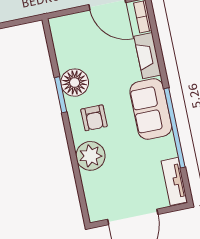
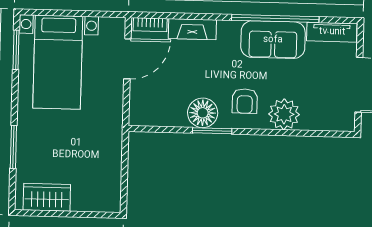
sofa: (151, 109) -> (273, 40), moved
armchair: (94, 118) -> (245, 101), turned 90

